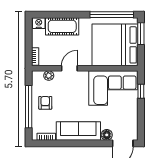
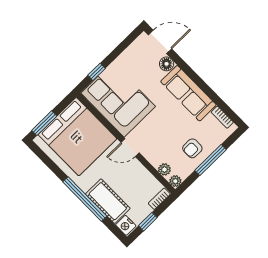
window: (112, 15) -> (85, 199), moved
window: (29, 37) -> (148, 222), added
door: (69, 68) -> (130, 148), moved
plant: (36, 75) -> (175, 181), added
window: (29, 107) -> (211, 160), width x0.68

